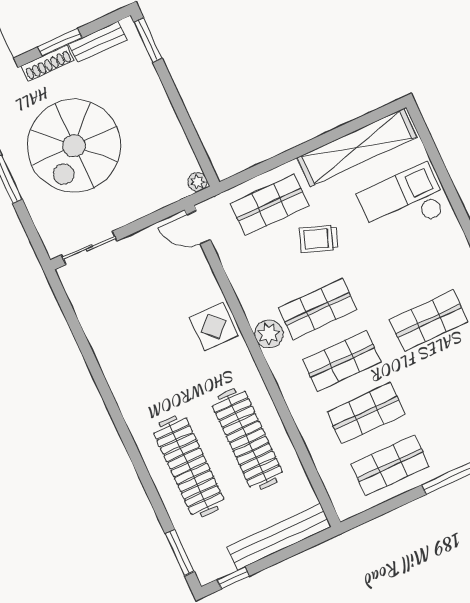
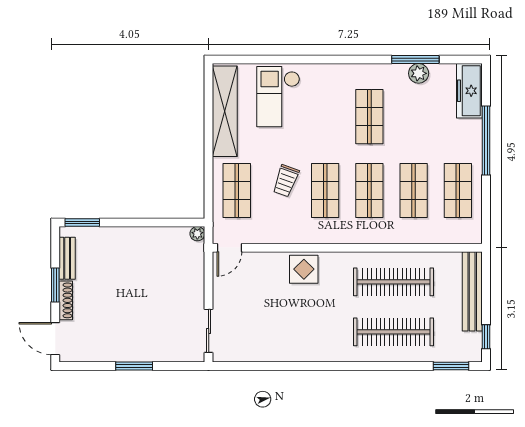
spiral stairs: (74, 146) -> (132, 308), removed
trolley: (319, 239) -> (286, 181), moved
plant: (269, 334) -> (327, 233), removed

